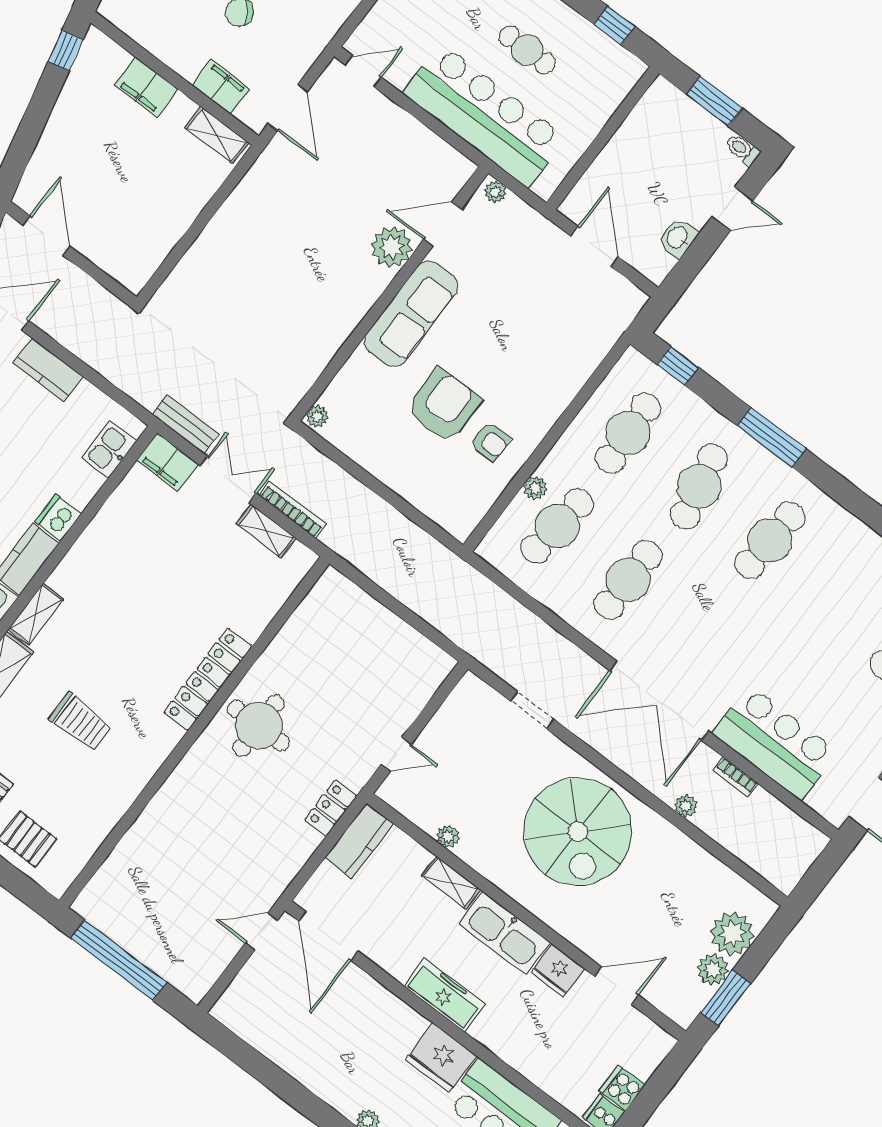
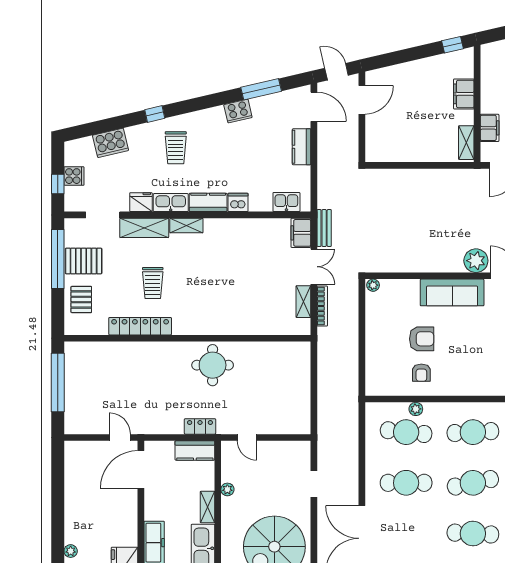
armchair: (443, 406) -> (422, 339), width x0.73, depth x0.73
locker: (208, 679) -> (140, 326), moved

